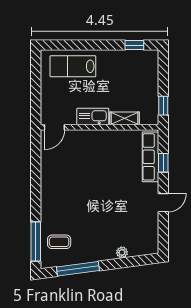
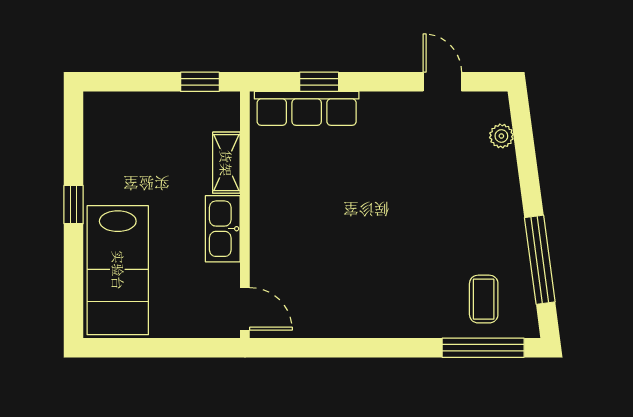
window: (134, 45) -> (74, 205), moved
lab bench: (73, 66) -> (118, 270), width x1.36, depth x1.39
door: (163, 203) -> (442, 82), moved
plant: (122, 252) -> (501, 136), moved

